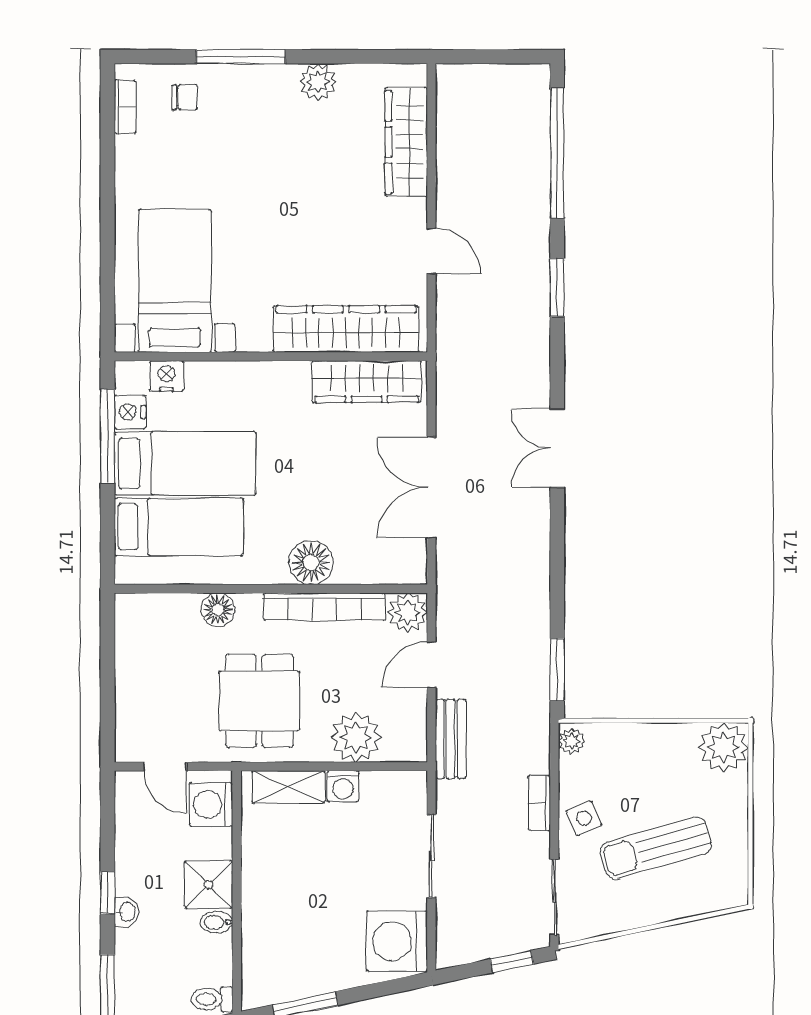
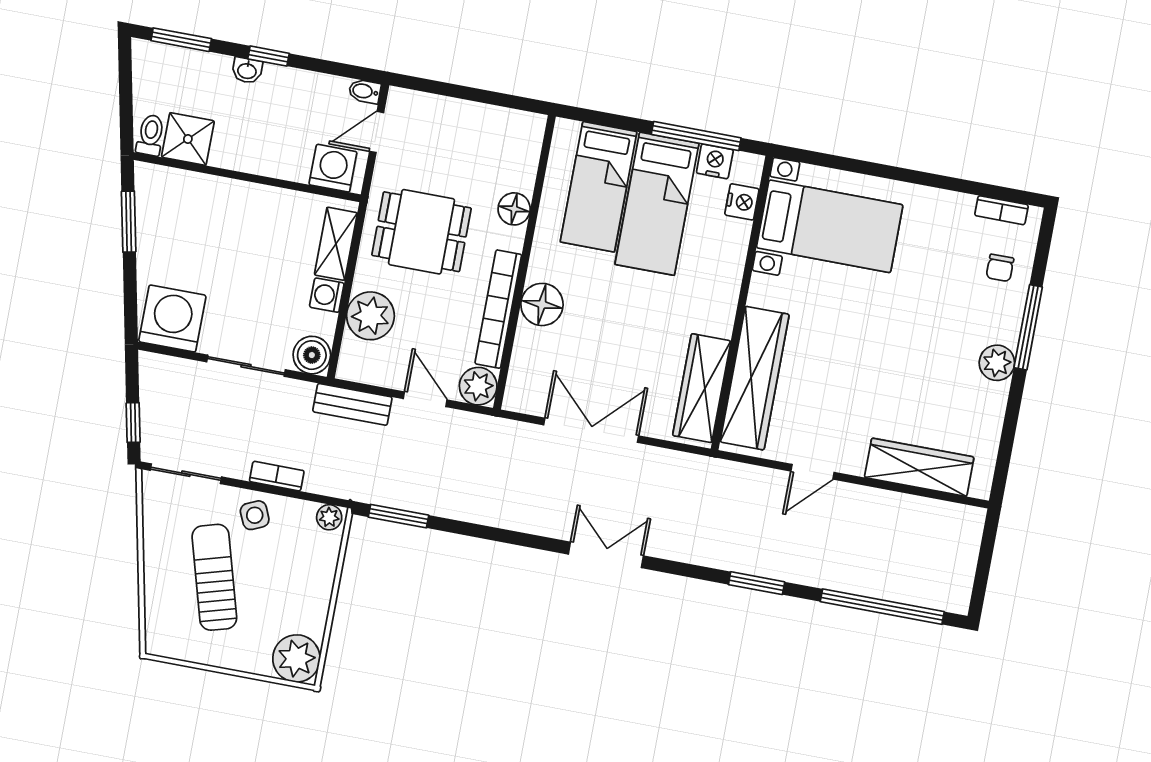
plant: (318, 82) -> (997, 363), moved
boiler: (408, 790) -> (312, 355), added
shower: (209, 885) -> (188, 139), moved
bidet: (216, 922) -> (365, 91), moved, turned -90

